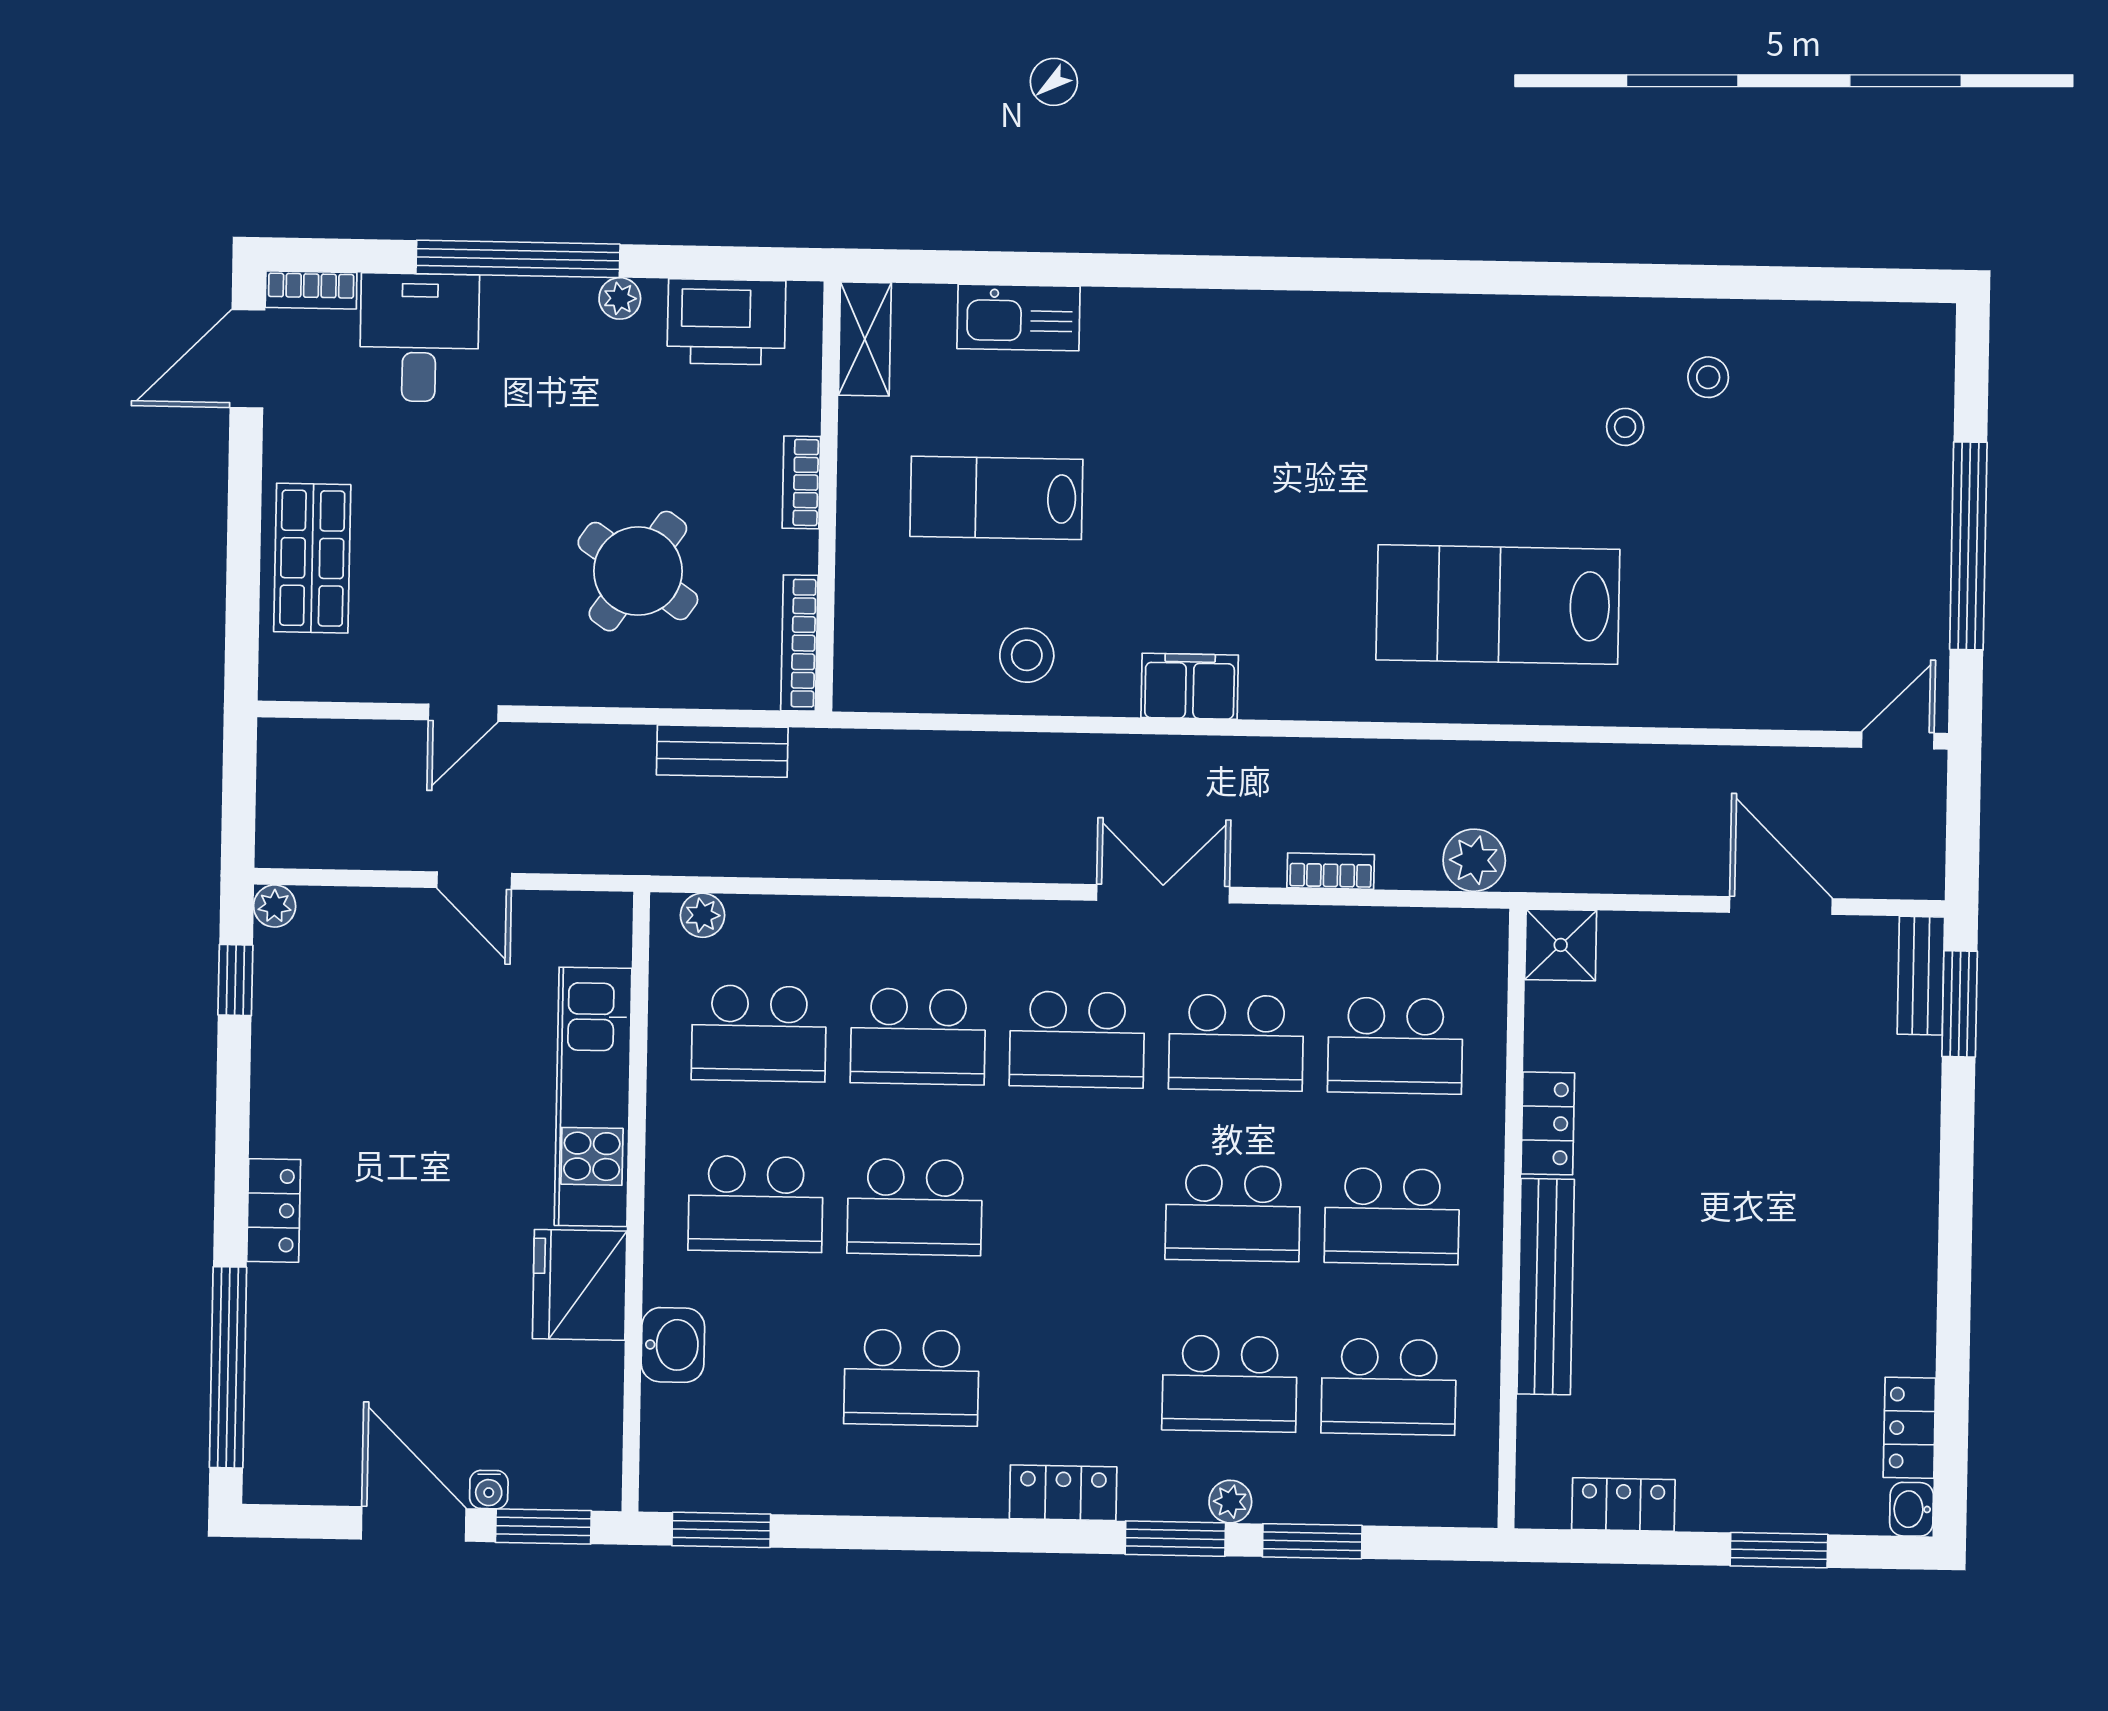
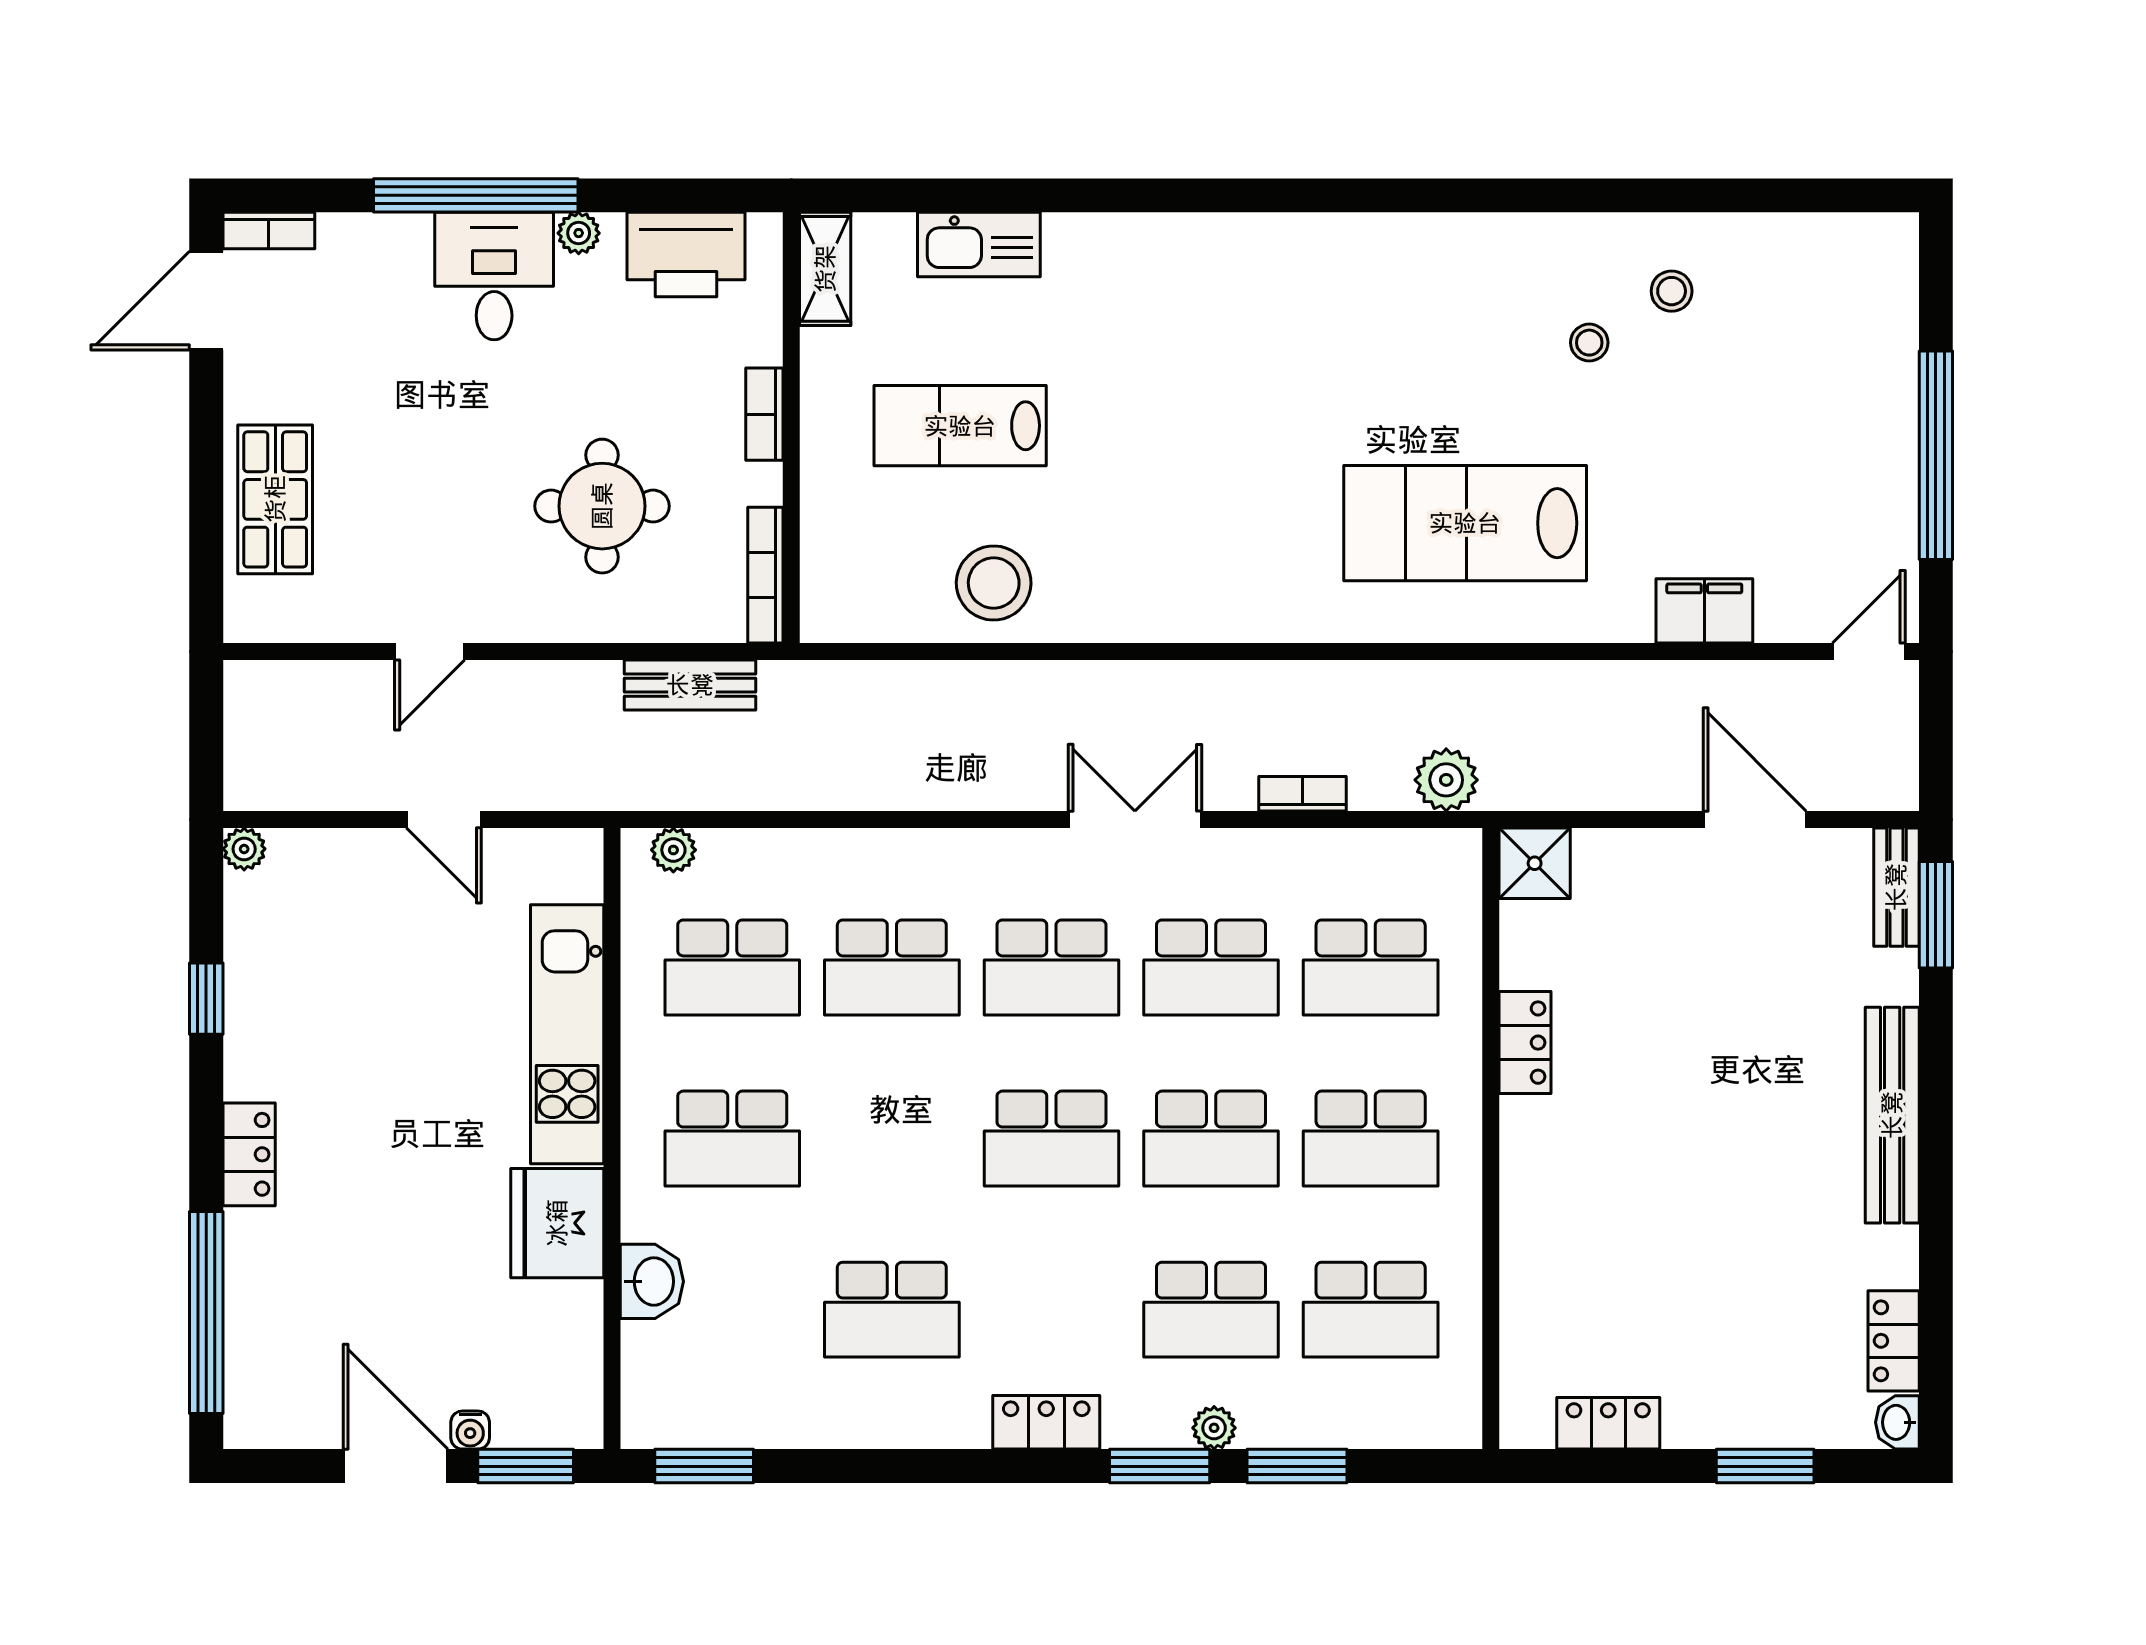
desk: (419, 337) -> (494, 276), moved
round table: (638, 571) -> (602, 506), turned -35
stool: (1027, 655) -> (994, 583), width x1.38, depth x1.38
filing cabinet: (1190, 686) -> (1704, 611), moved
window: (235, 980) -> (206, 999), moved
school desk: (915, 1207) -> (1051, 1139), moved
bench: (1546, 1287) -> (1892, 1115), moved

